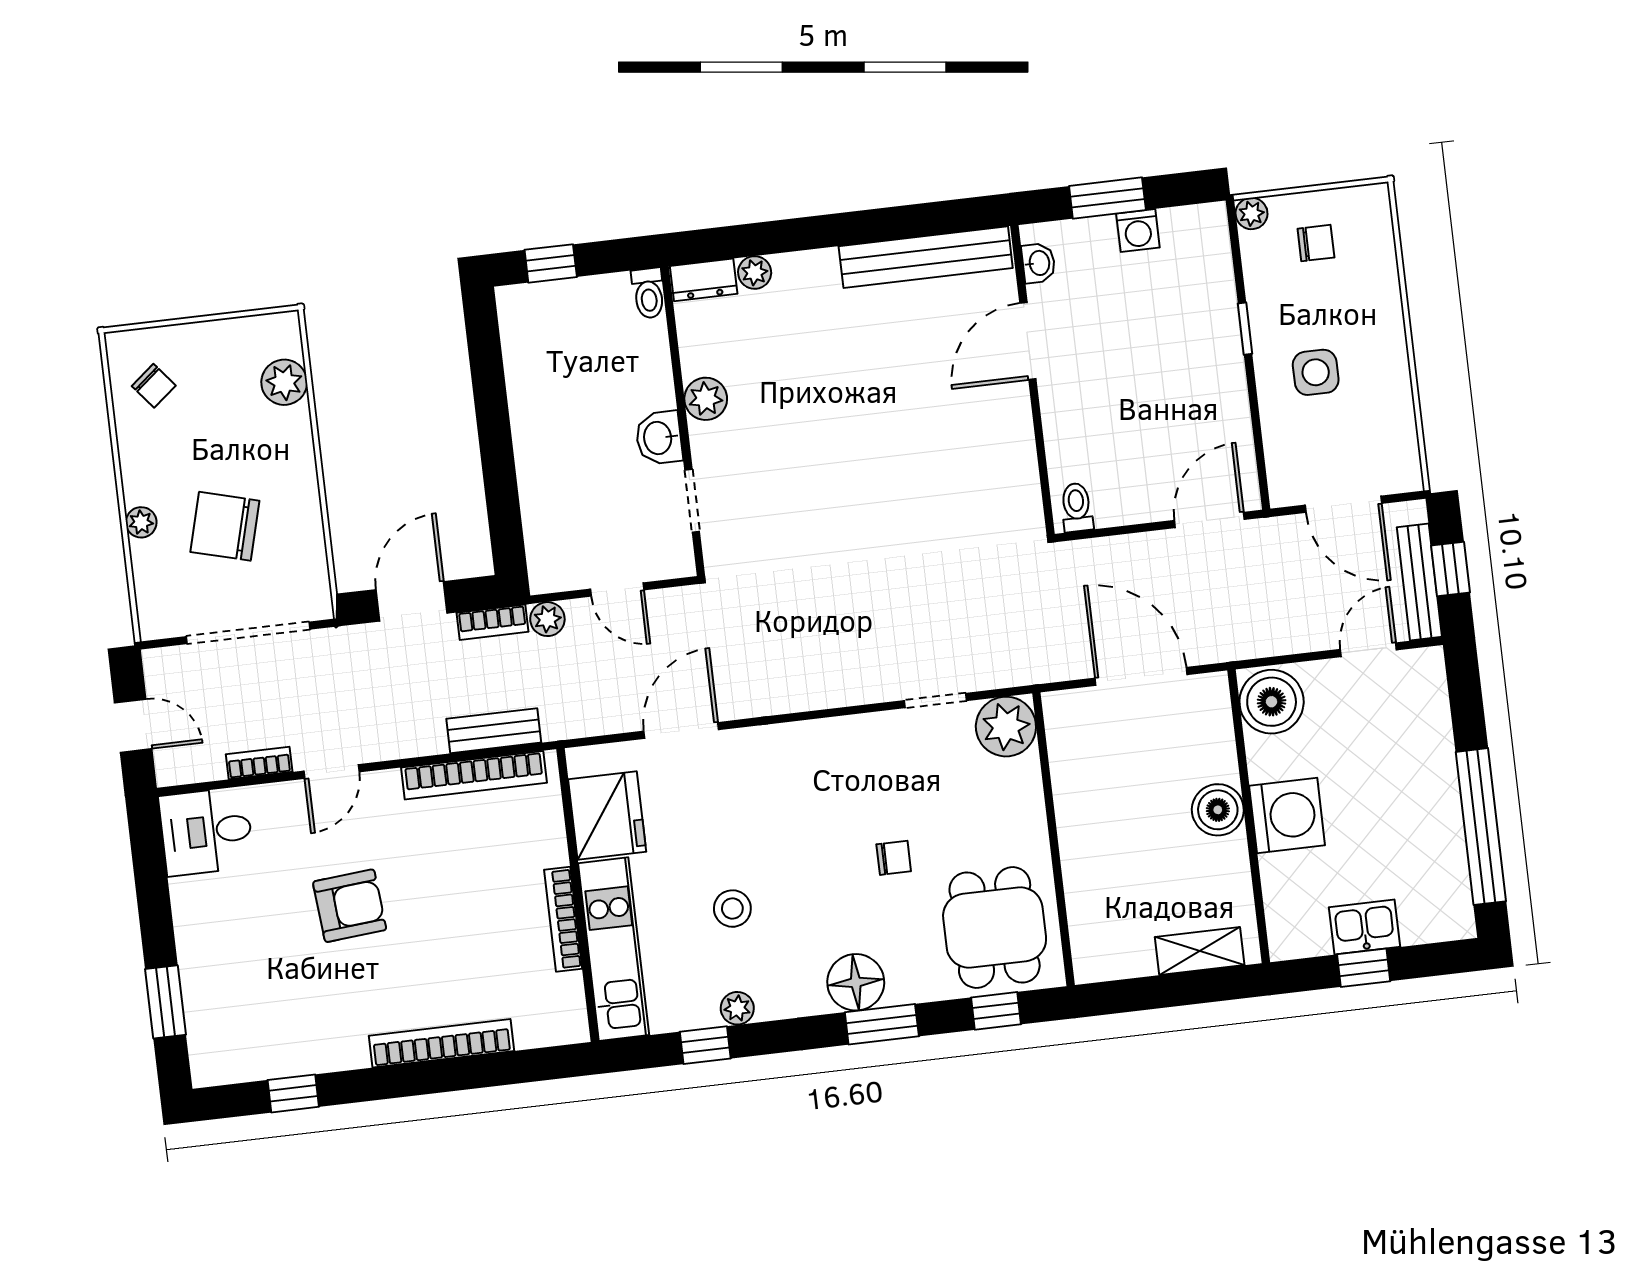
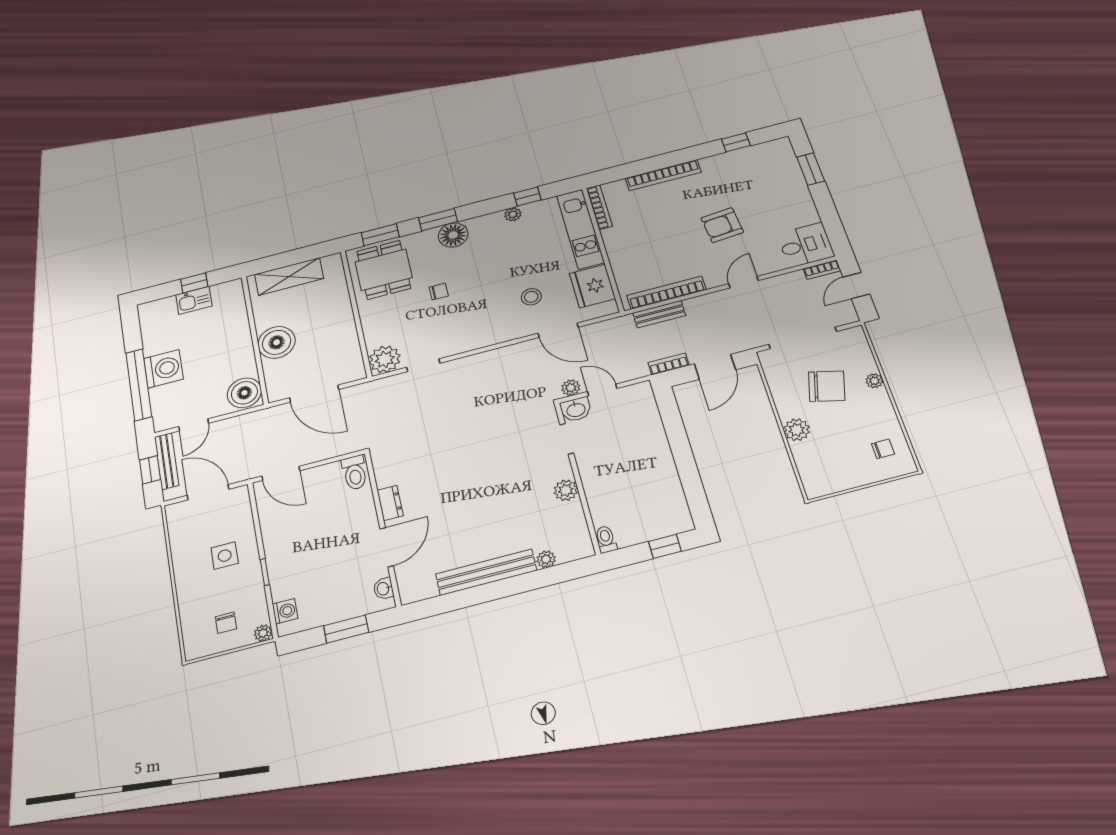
washing machine: (1138, 231) -> (285, 611), moved, turned 90
chair: (1316, 243) -> (226, 623), turned -90
bench: (926, 257) -> (486, 572), moved
dresser: (704, 280) -> (390, 503), moved, turned 90
plant: (284, 382) -> (797, 430), moved
chair: (154, 386) -> (883, 449), turned 129
washbasin: (659, 438) -> (576, 410), moved, turned 90
toilet: (1077, 507) -> (355, 473), width x1.37, depth x1.39
door: (1209, 520) -> (281, 473), hinge flipped
plant: (547, 619) -> (571, 388), moved
door: (133, 726) -> (856, 286), hinge flipped
door: (681, 730) -> (558, 330), hinge flipped
bookcase: (259, 763) -> (822, 270), moved
boiler: (1218, 810) -> (277, 342), width x1.37, depth x1.37
washing machine: (1287, 815) -> (163, 369), moved, turned 180
window: (1481, 827) -> (139, 385), moved
chair: (894, 858) -> (439, 292), turned 180
stool: (732, 909) -> (531, 297), moved
bookcase: (563, 919) -> (599, 207), moved
shelving: (1200, 951) -> (289, 276), width x1.50, depth x1.33
window: (996, 1011) -> (380, 235), width x1.50

